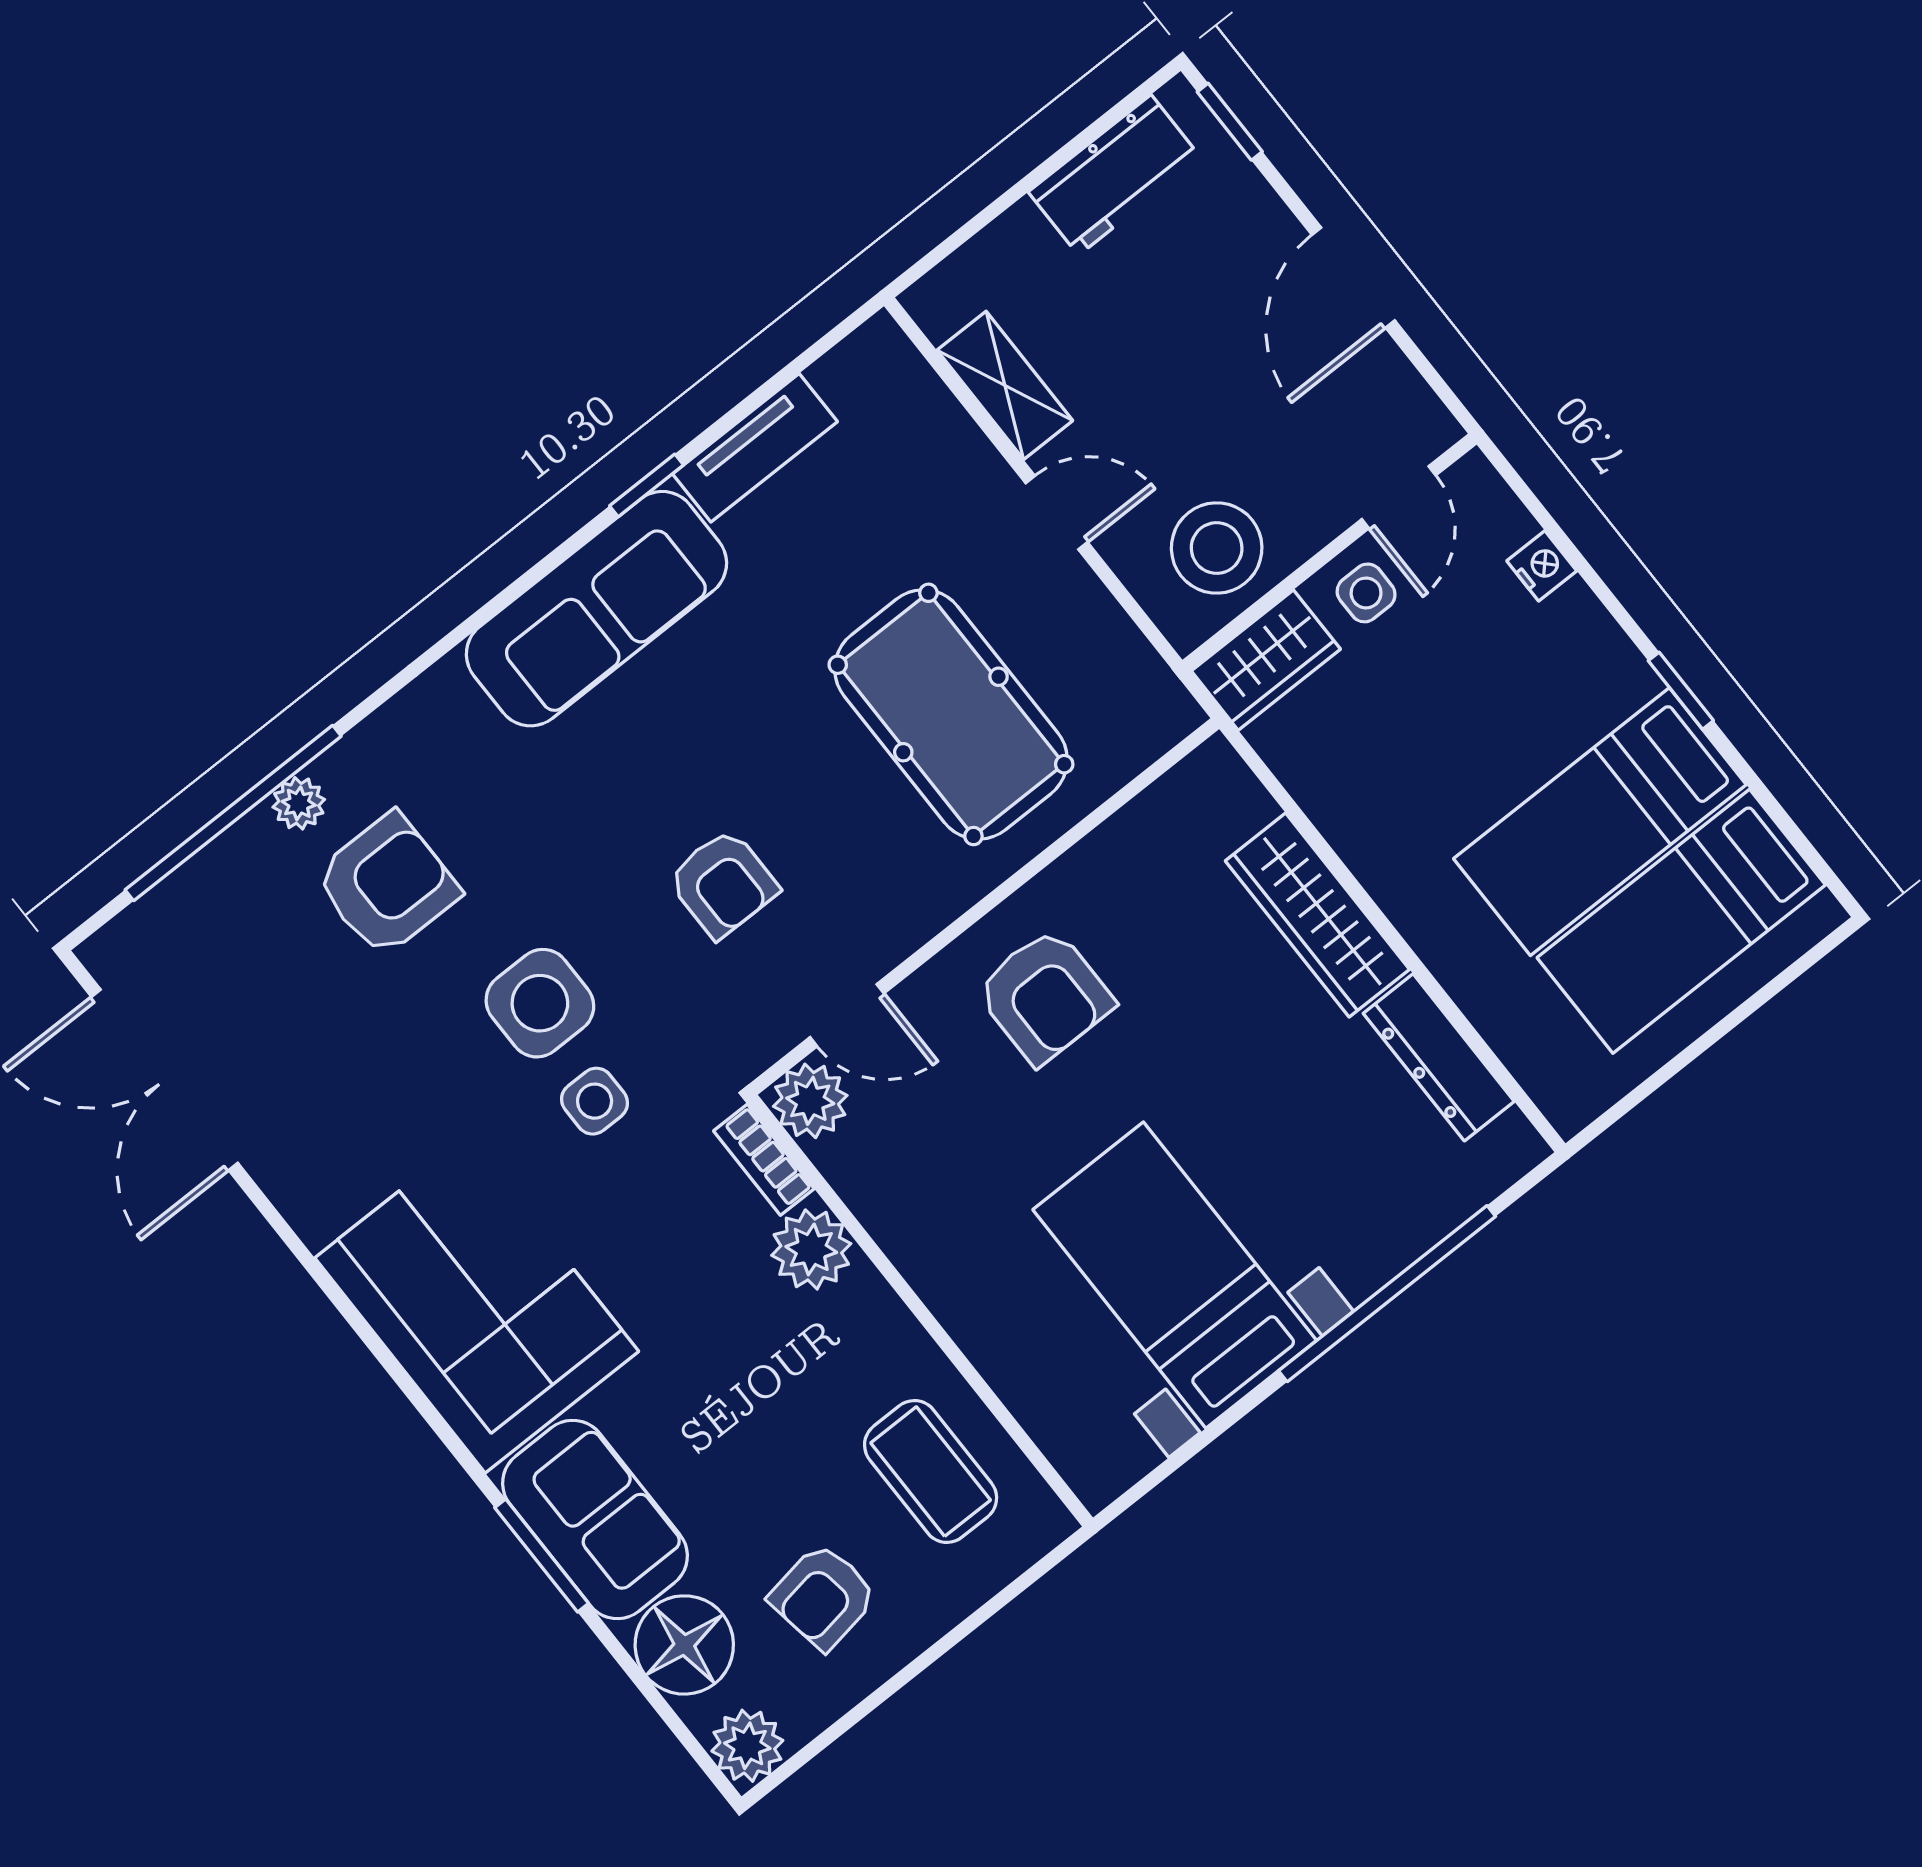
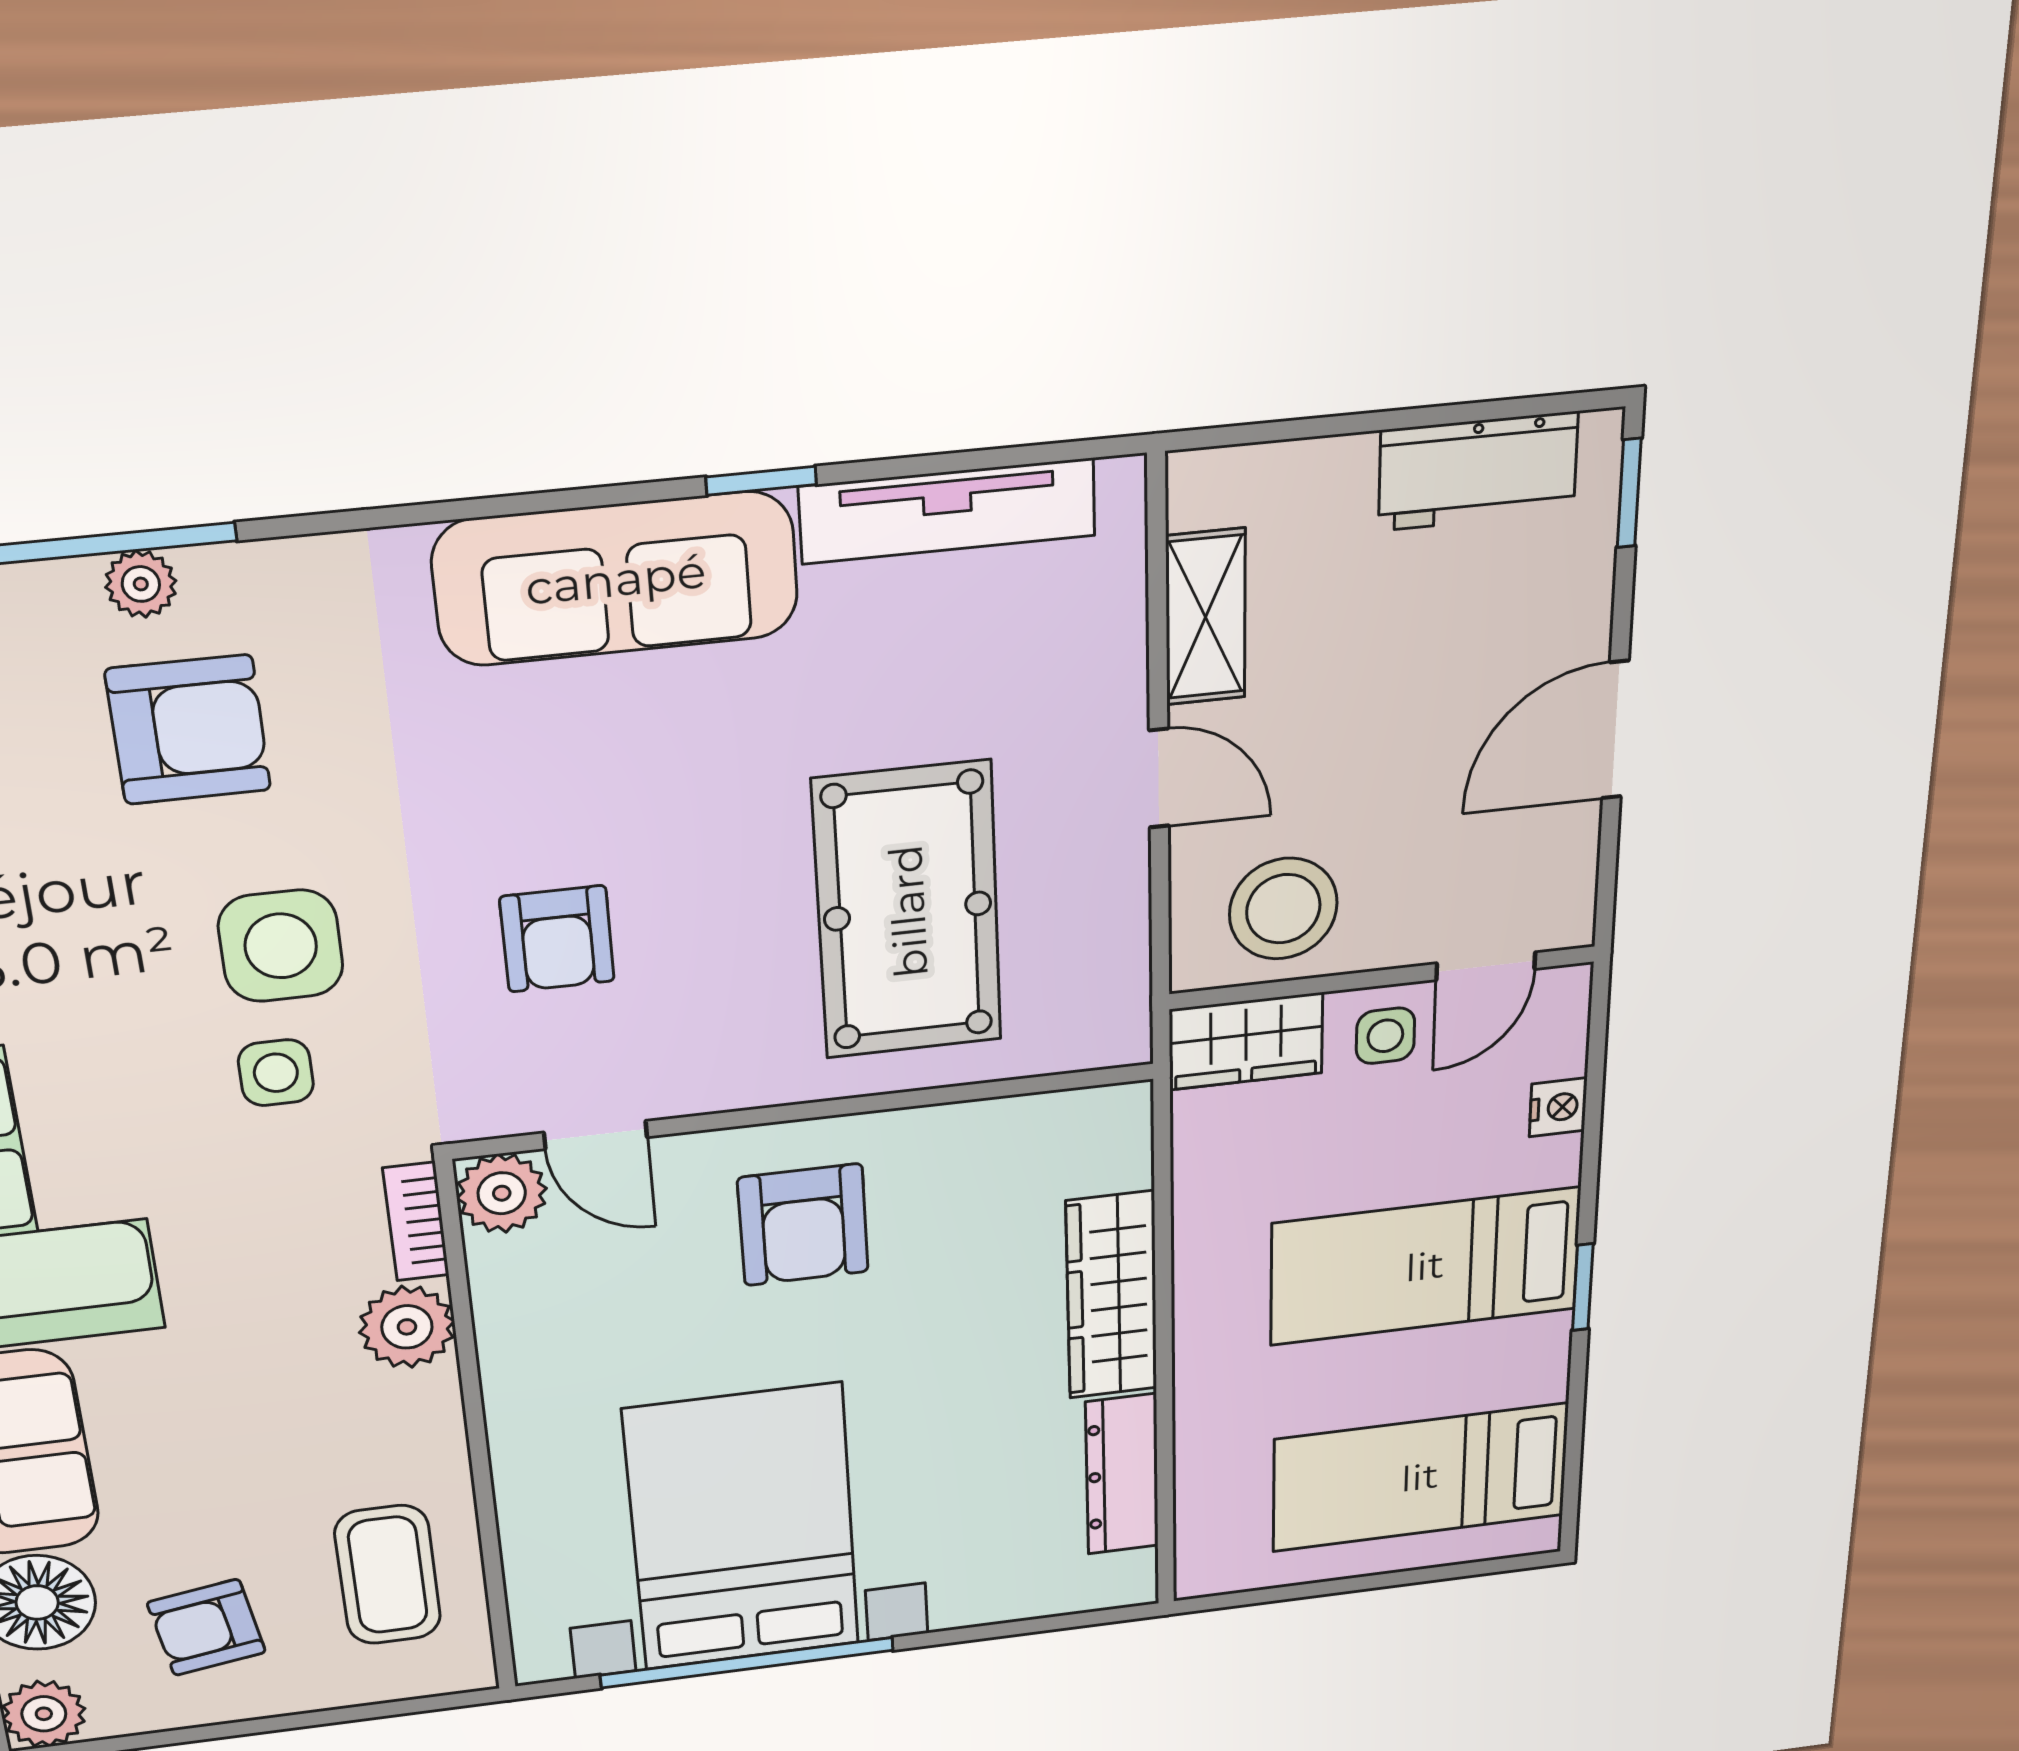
tv unit: (755, 448) -> (948, 511), width x1.41
bed: (1600, 822) -> (1425, 1266), moved
bed with nightstands: (1175, 1275) -> (742, 1528), width x1.36
window: (1387, 1294) -> (747, 1663), moved

